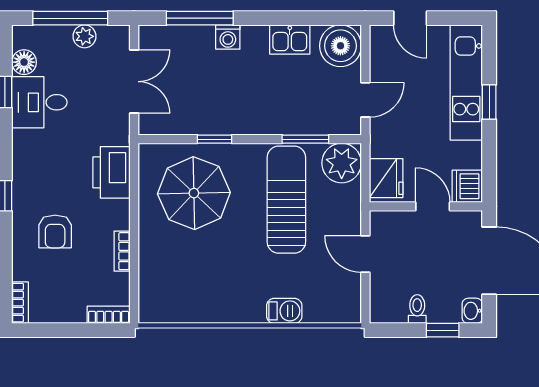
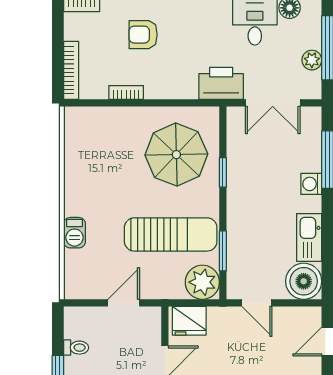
kitchen sink: (290, 39) -> (309, 237), width x1.38
printer: (111, 172) -> (221, 83), moved
bookcase: (109, 315) -> (71, 70), width x1.56

